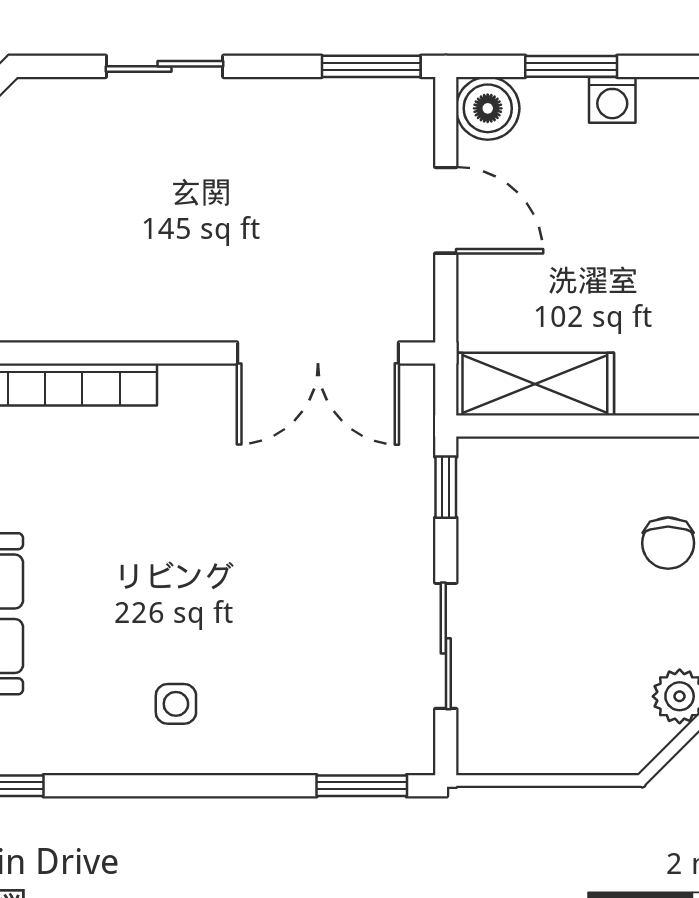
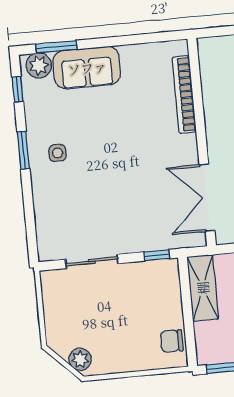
chair: (668, 543) -> (172, 341), moved
window: (362, 786) -> (23, 150), moved

